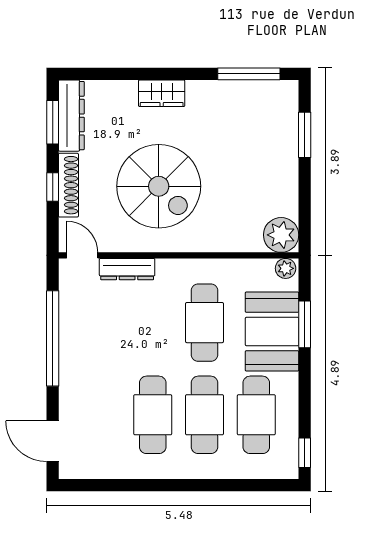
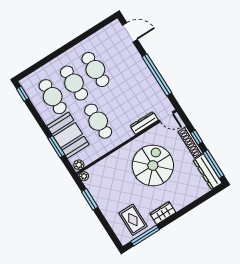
wardrobe: (162, 93) -> (163, 213), moved
rug: (252, 115) -> (133, 220), added
window: (53, 122) -> (214, 164), width x1.44
window: (305, 135) -> (90, 199), moved
spiral stairs: (159, 186) -> (153, 166), turned 90
plant: (281, 235) -> (84, 176), width x0.53, depth x0.53

